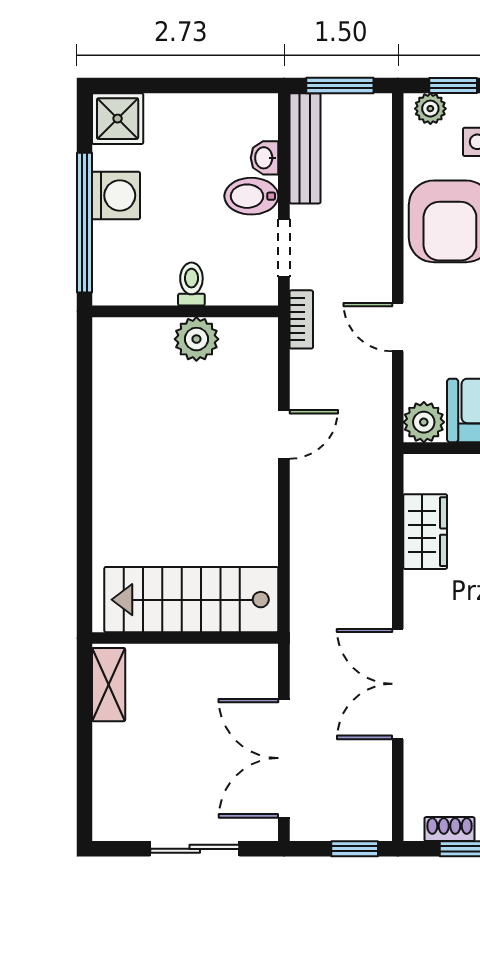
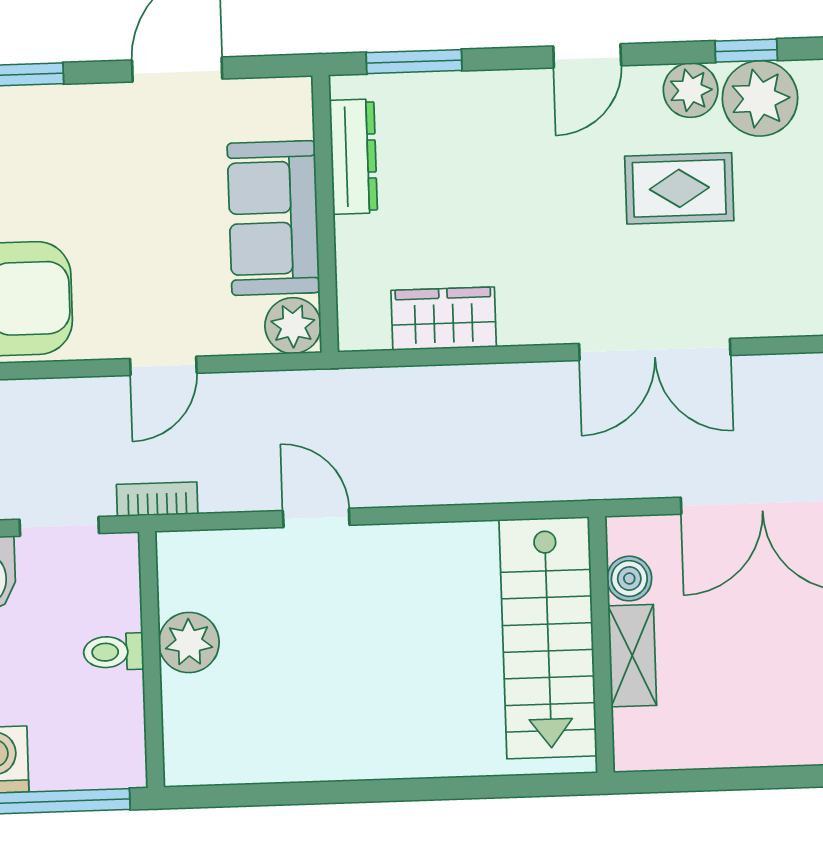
boiler: (232, 660) -> (629, 579), added
shelving: (109, 685) -> (632, 656), moved, turned 90

